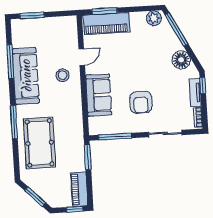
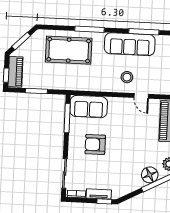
floor lamp: (181, 60) -> (150, 175), moved
sofa: (99, 95) -> (89, 107), moved
sliding door: (165, 134) -> (65, 174), moved
window: (88, 157) -> (36, 91), moved
piano: (79, 189) -> (15, 72), moved, turned 90

